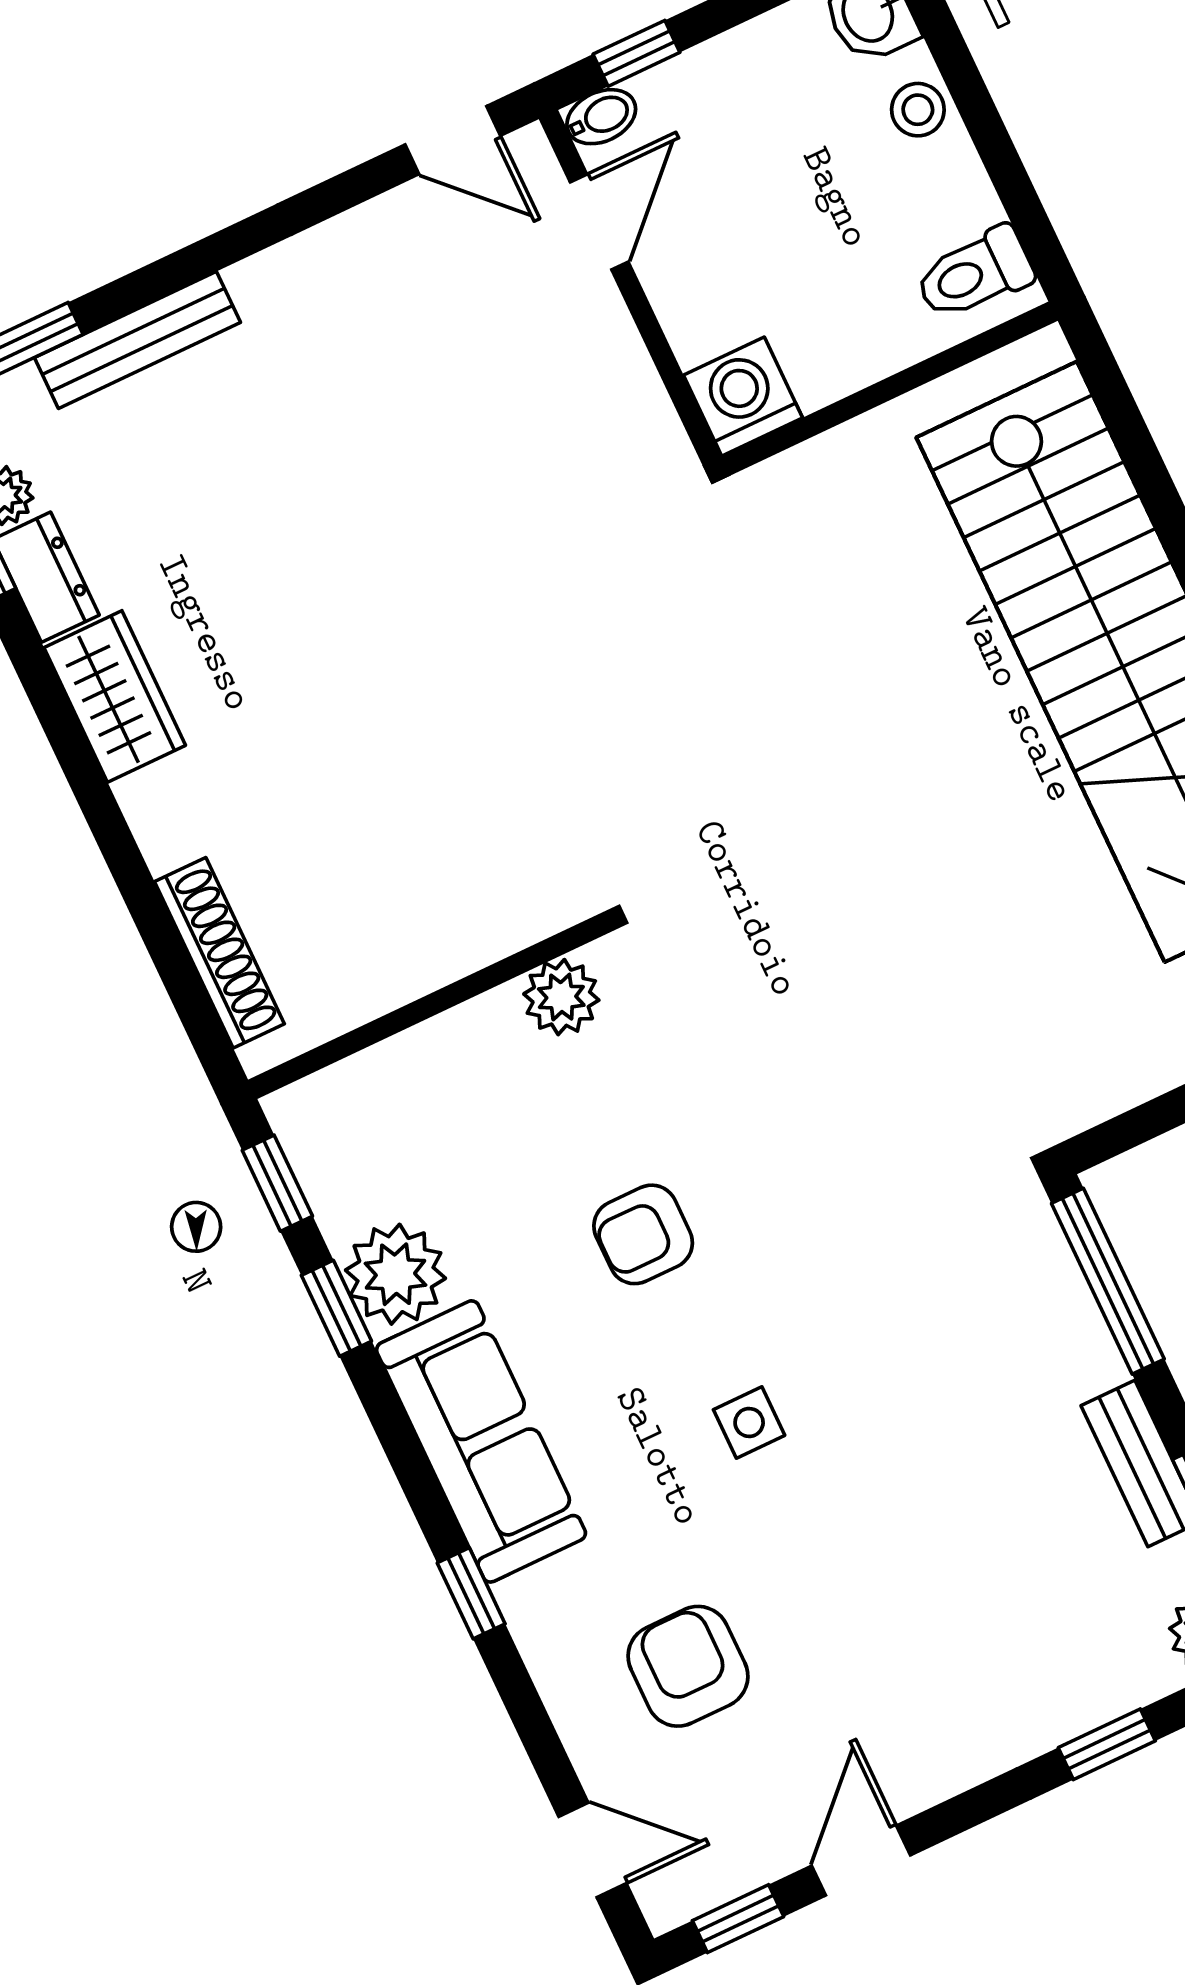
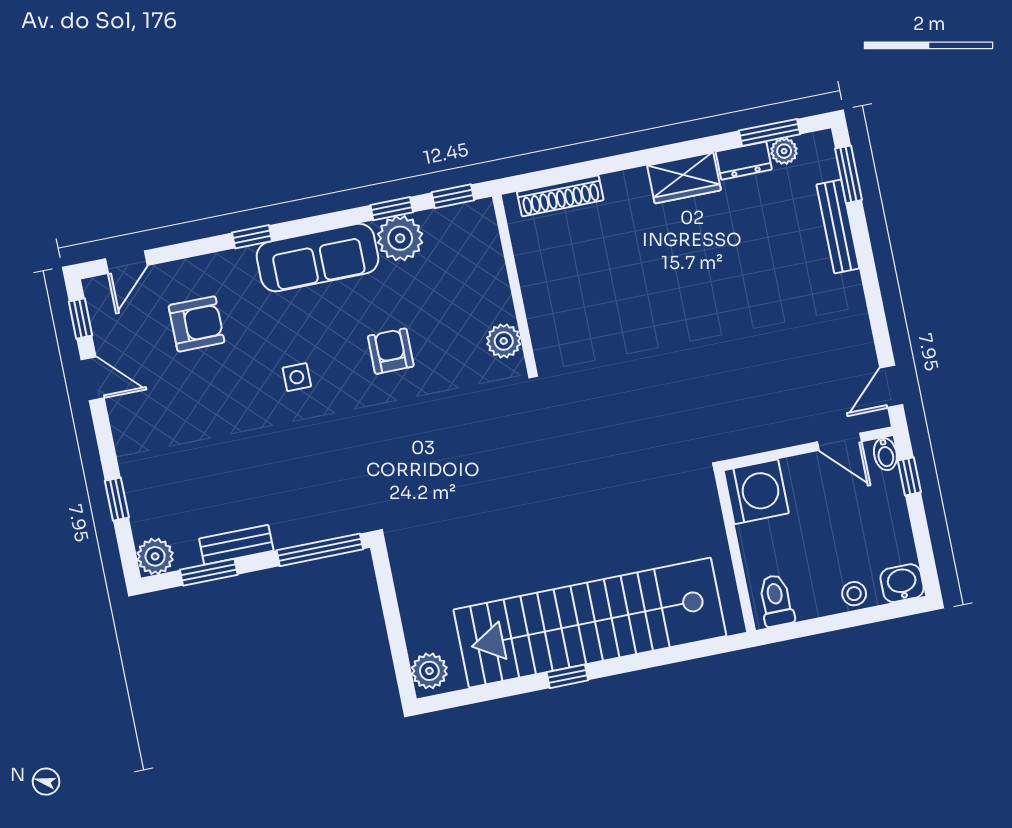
washing machine: (743, 396) -> (756, 492), width x1.37, depth x1.37

